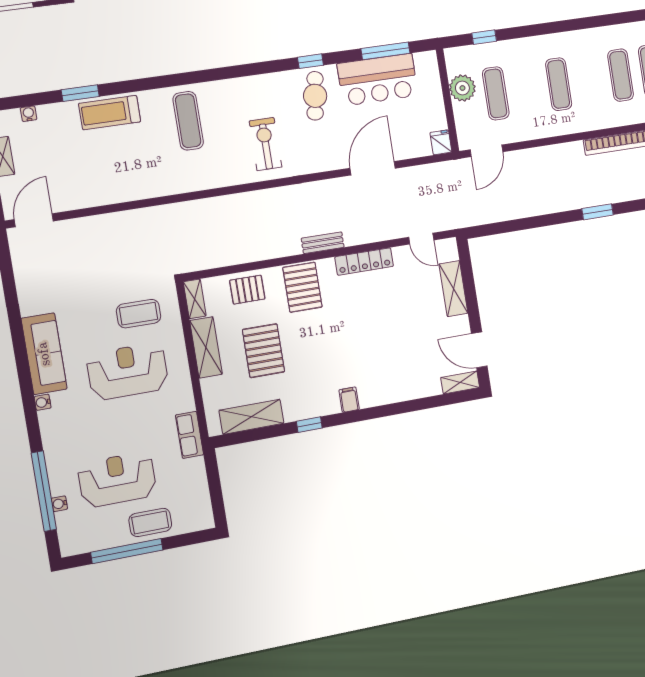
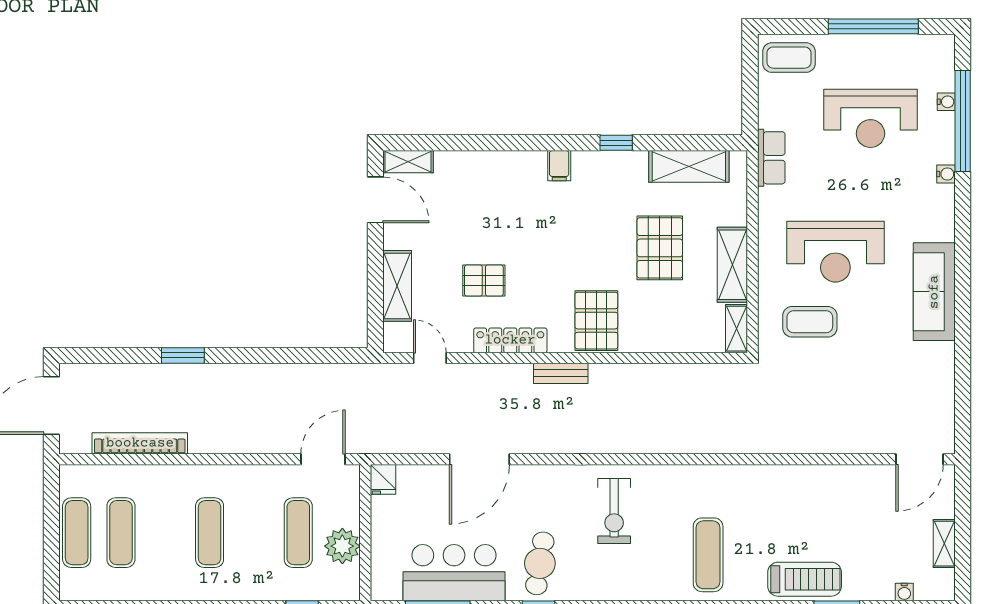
pallet: (247, 290) -> (484, 281), moved
water cooler: (43, 402) -> (946, 174), moved
coffee table: (150, 522) -> (789, 58), moved

